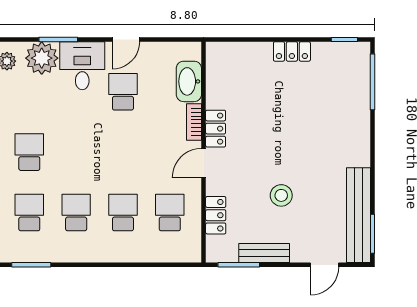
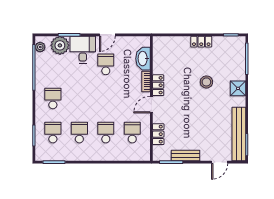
shower: (357, 134) -> (238, 88), added
stool: (281, 195) -> (206, 82), moved

